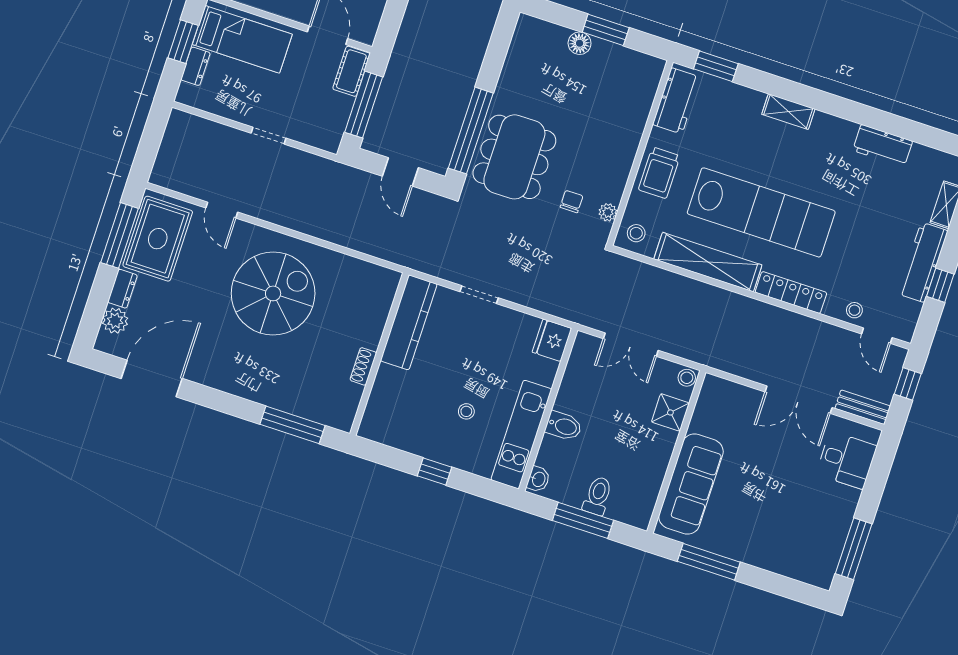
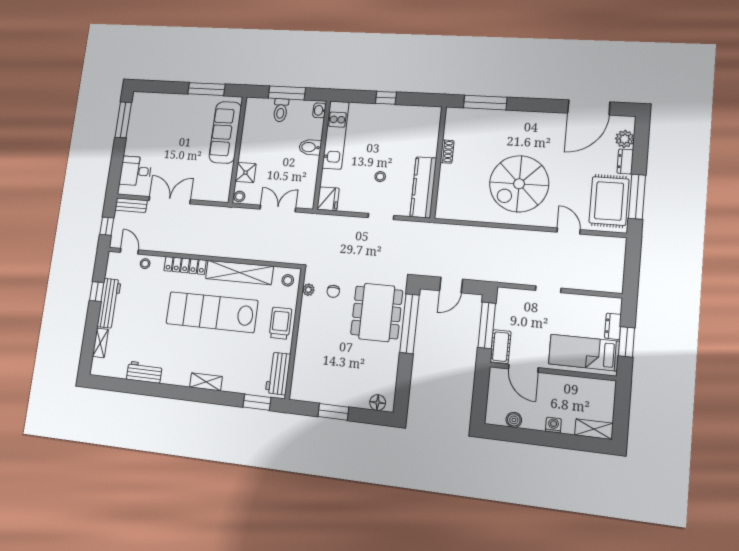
floor lamp: (580, 43) -> (378, 403), moved
door: (400, 172) -> (451, 285), swing flipped
stool: (466, 411) -> (380, 177), moved

